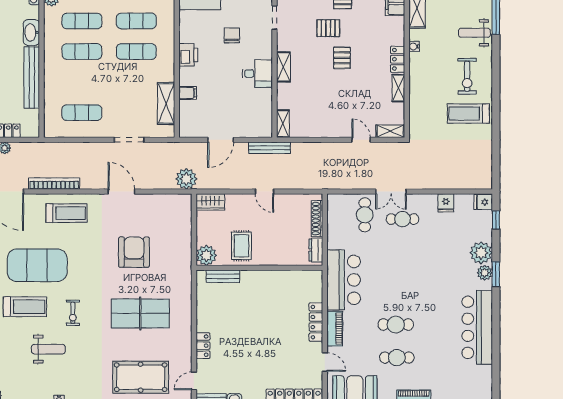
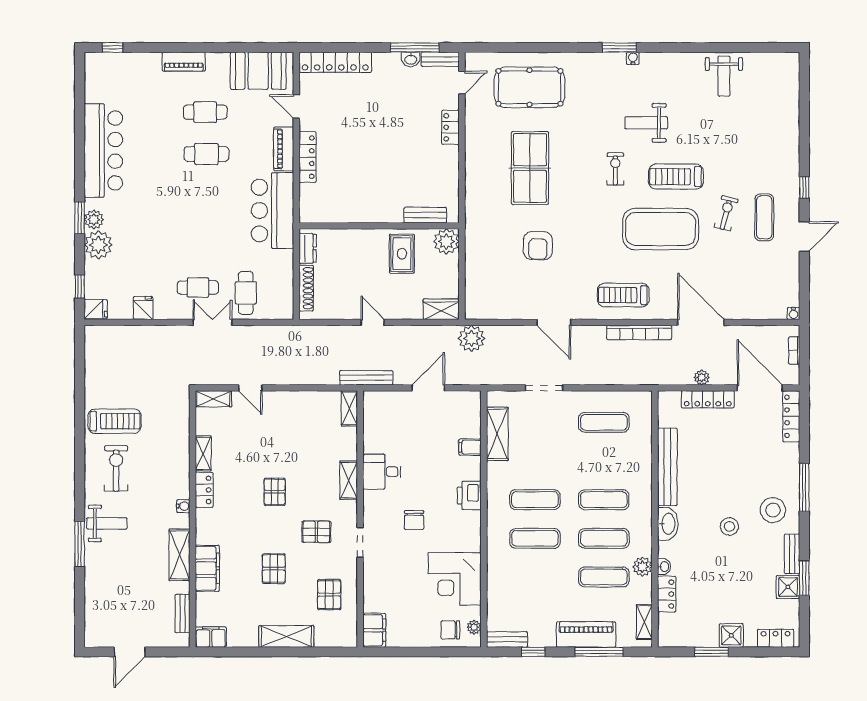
pallet: (328, 28) -> (316, 532), moved
armchair: (134, 252) -> (538, 246), width x0.73, depth x0.73
table tennis table: (140, 313) -> (530, 168), turned 90

